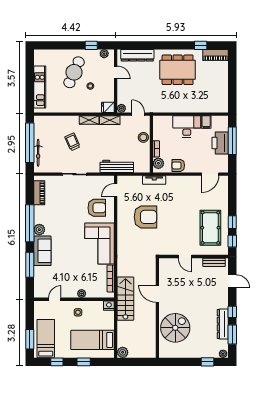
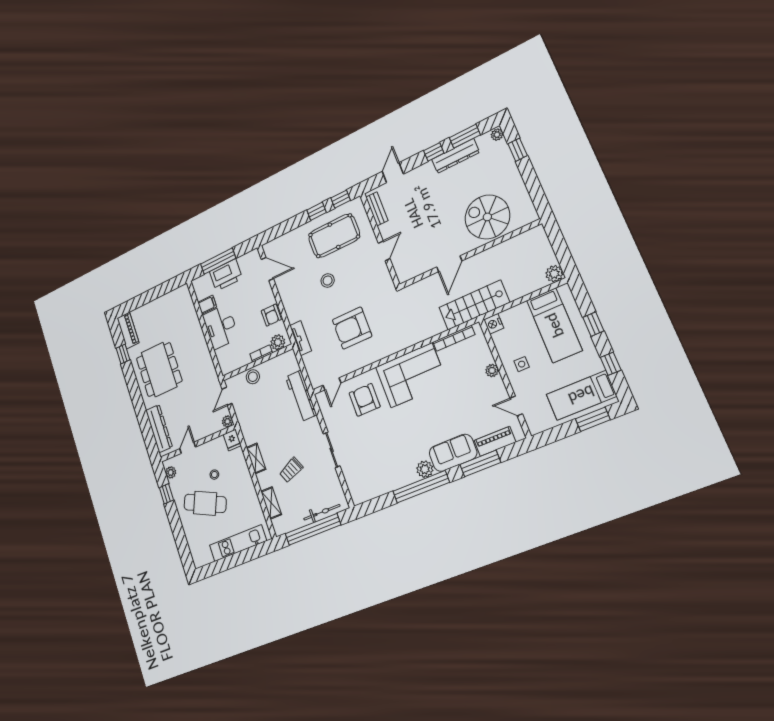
shelving: (110, 120) -> (271, 503), moved
door: (116, 190) -> (332, 384), hinge flipped
piano: (39, 193) -> (495, 441), moved
stool: (183, 212) -> (328, 281), added
armchair: (145, 217) -> (352, 328), turned -90

